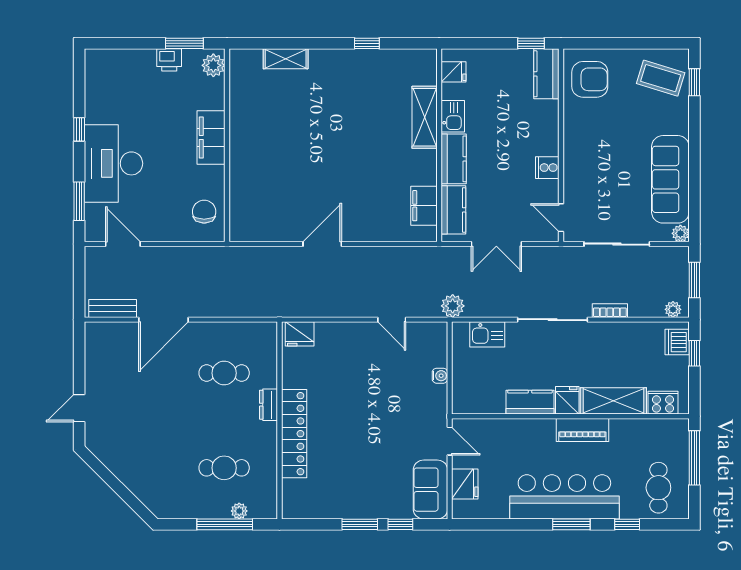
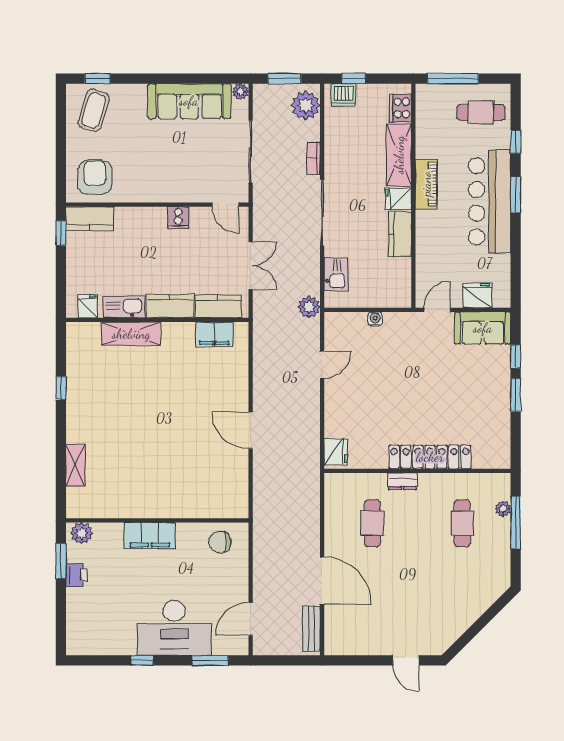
kitchen sink: (453, 116) -> (124, 307), width x1.38
door: (561, 218) -> (225, 205), hinge flipped
plant: (673, 309) -> (306, 105), width x1.88, depth x1.88

